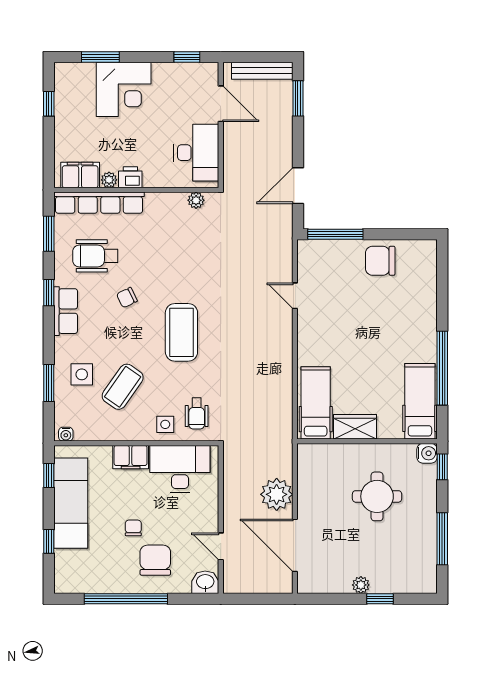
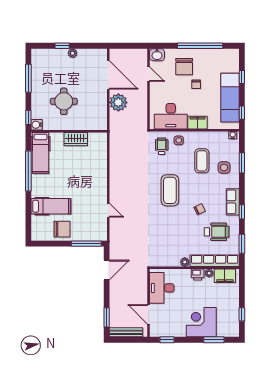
plant: (196, 200) -> (185, 262), moved
coffee table: (123, 387) -> (202, 161), turned -35
hospital bed: (316, 403) -> (51, 206), moved, turned -90

